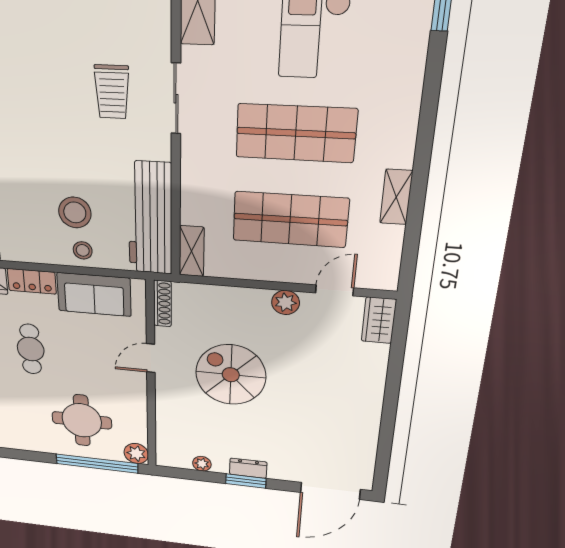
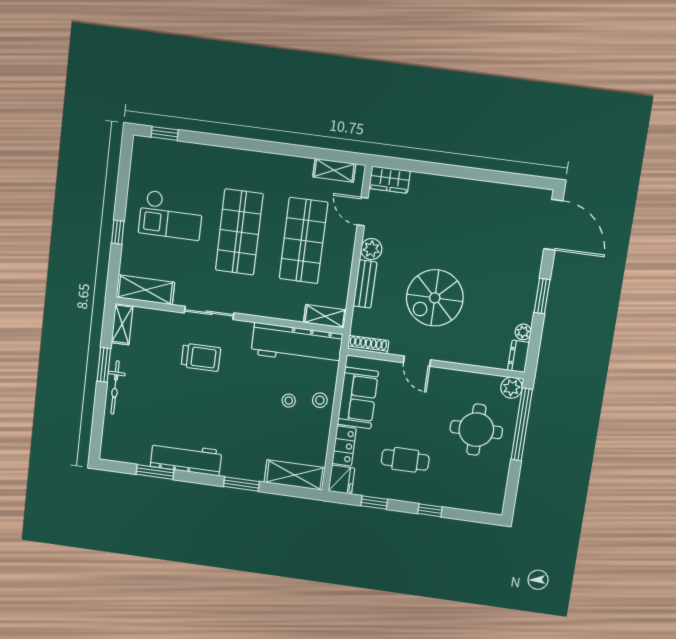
shelving: (396, 197) -> (334, 170), moved
stool: (75, 212) -> (289, 401), width x0.53, depth x0.53
bench: (239, 297) -> (365, 284), added
dresser: (248, 468) -> (518, 356), moved

